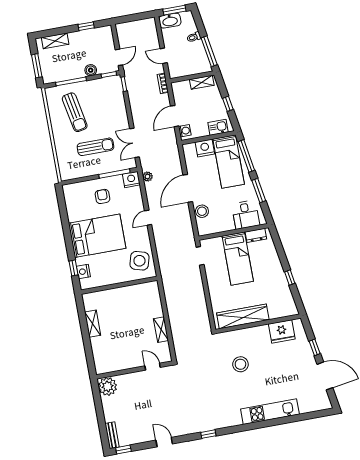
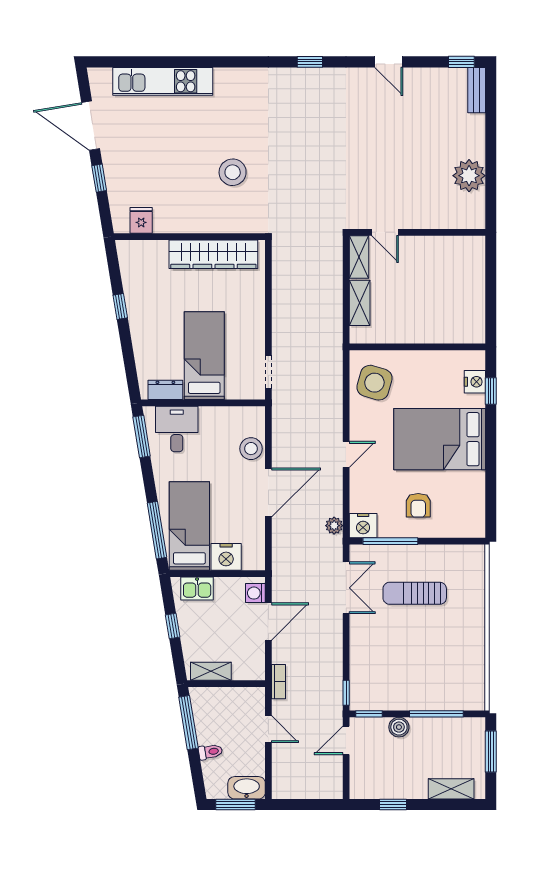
sun lounger: (75, 112) -> (440, 660), removed
window: (259, 190) -> (142, 436), moved
shelving: (93, 324) -> (360, 303), moved
fridge: (282, 331) -> (141, 220), width x0.53, depth x0.75
door: (153, 367) -> (385, 232), moved
wall: (135, 370) -> (417, 232), moved
kitchen unit: (270, 412) -> (163, 81), moved

